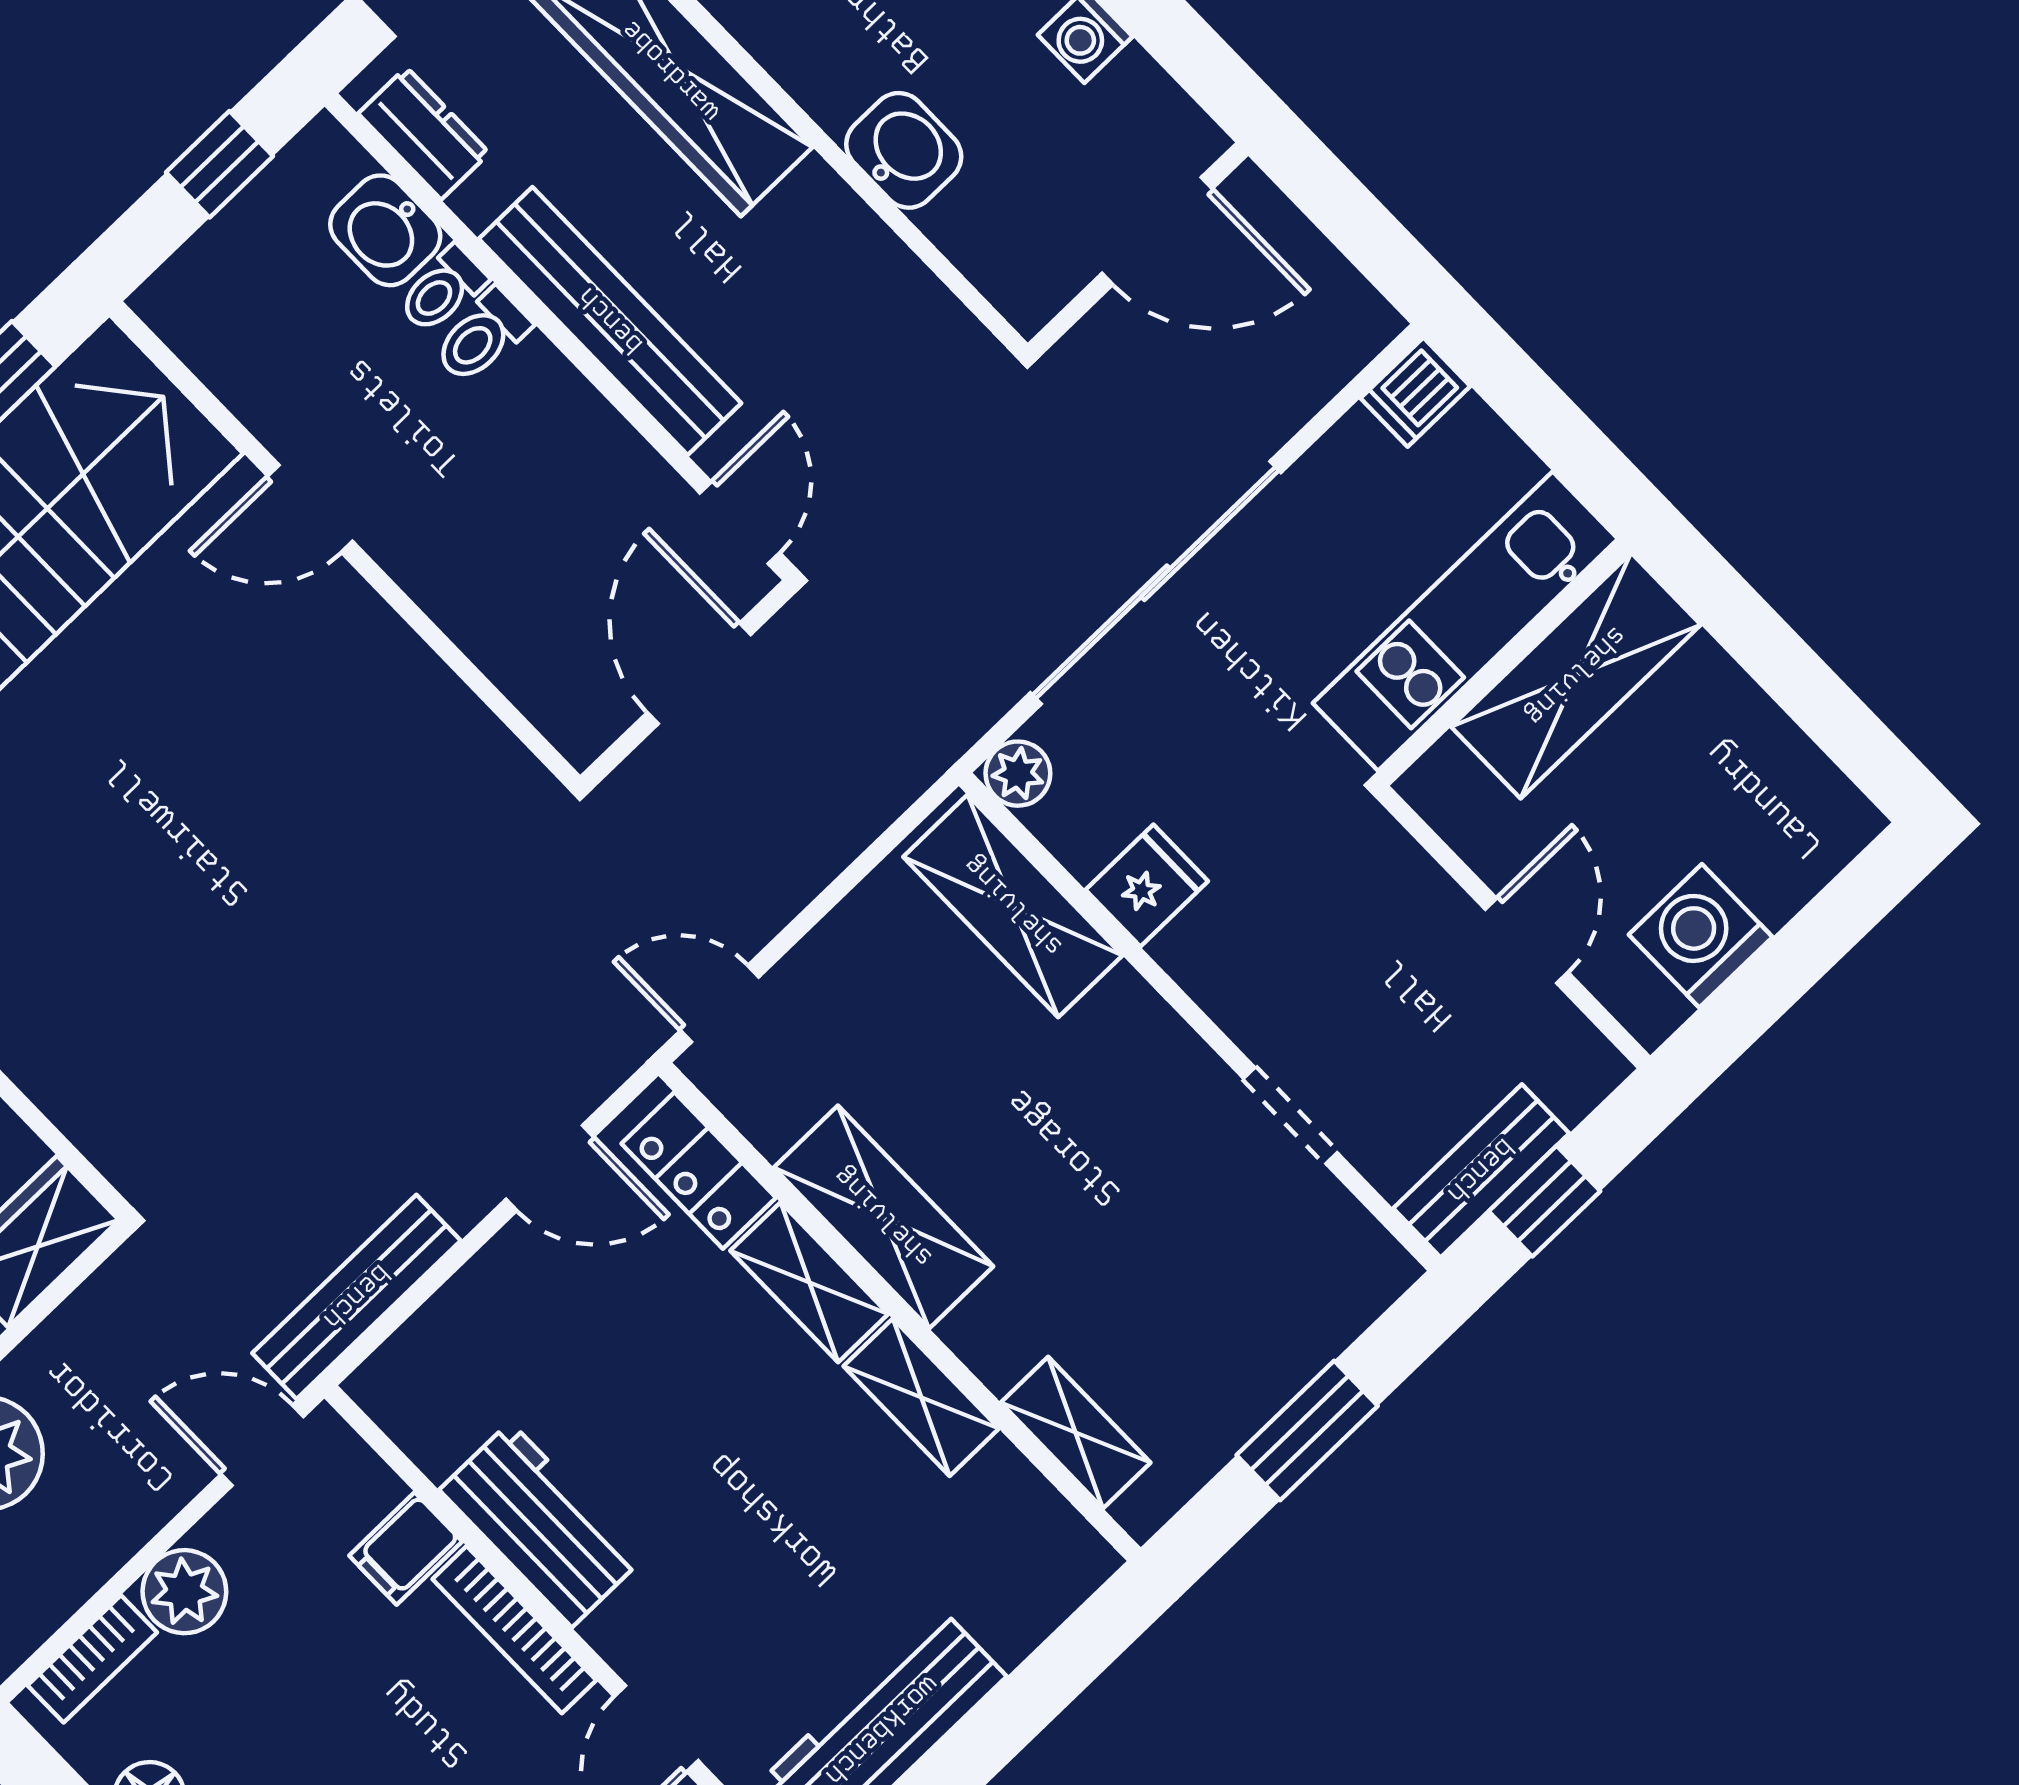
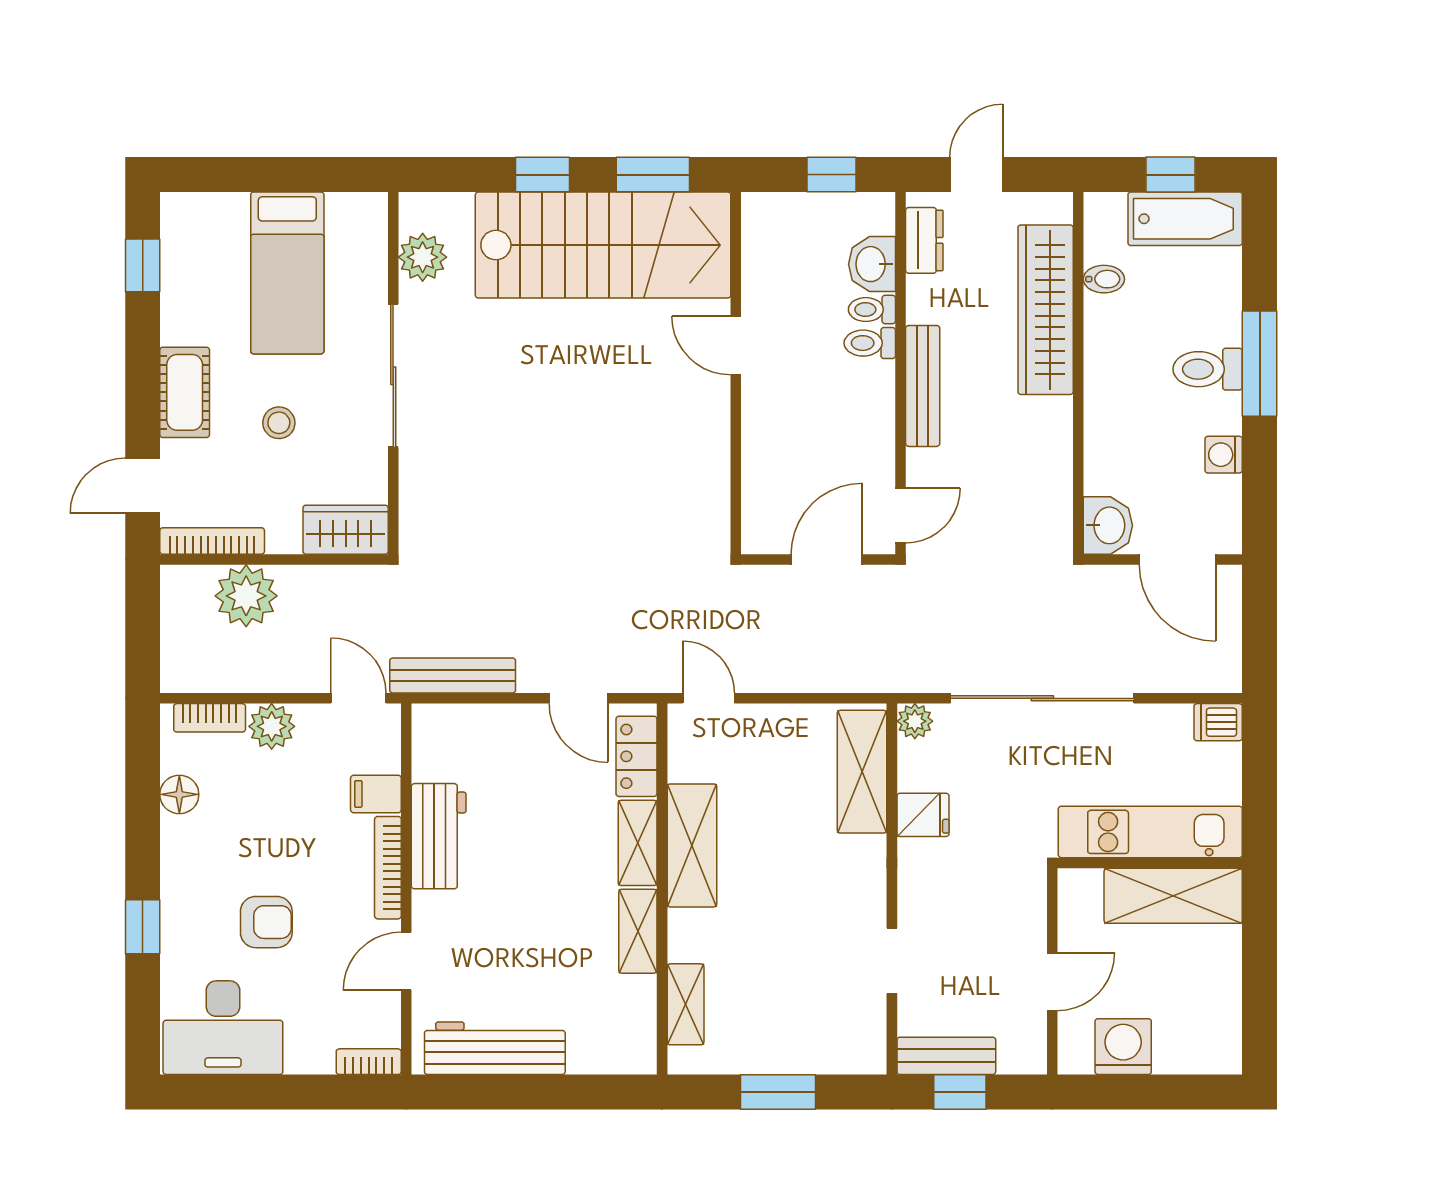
washbasin: (904, 150) -> (1108, 525), moved
bench: (610, 321) -> (923, 386), width x0.73, depth x0.82

